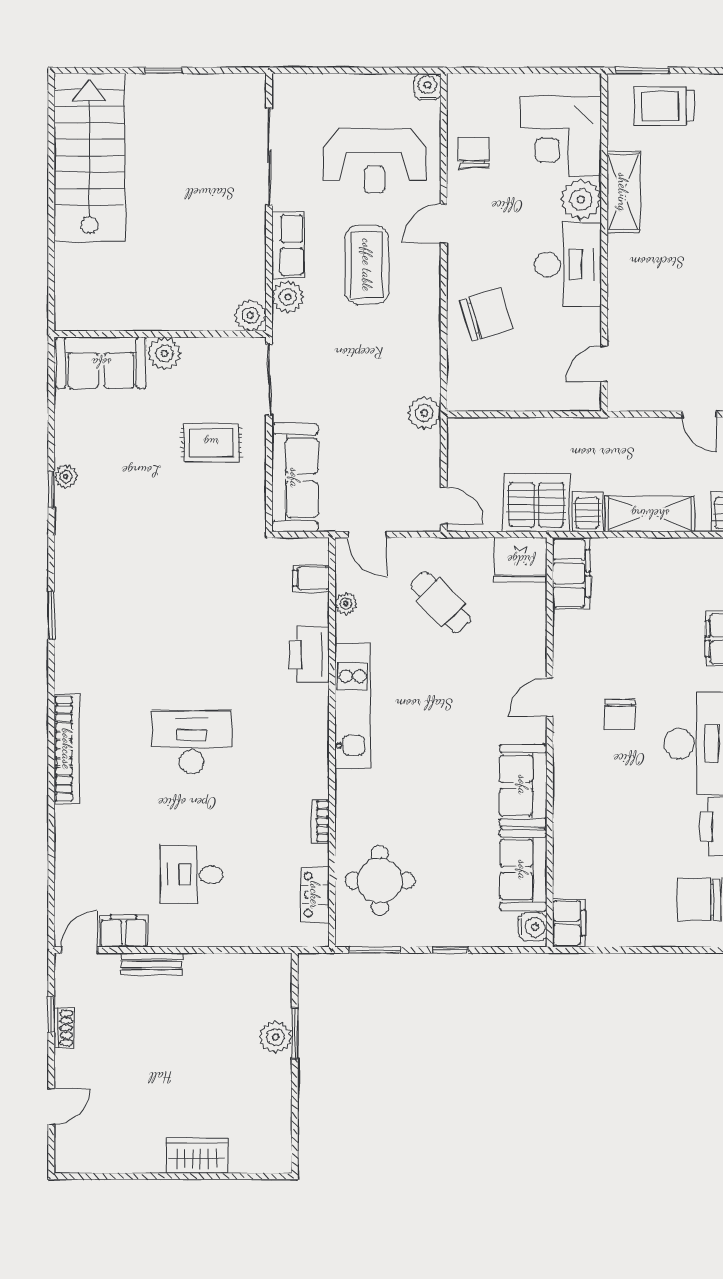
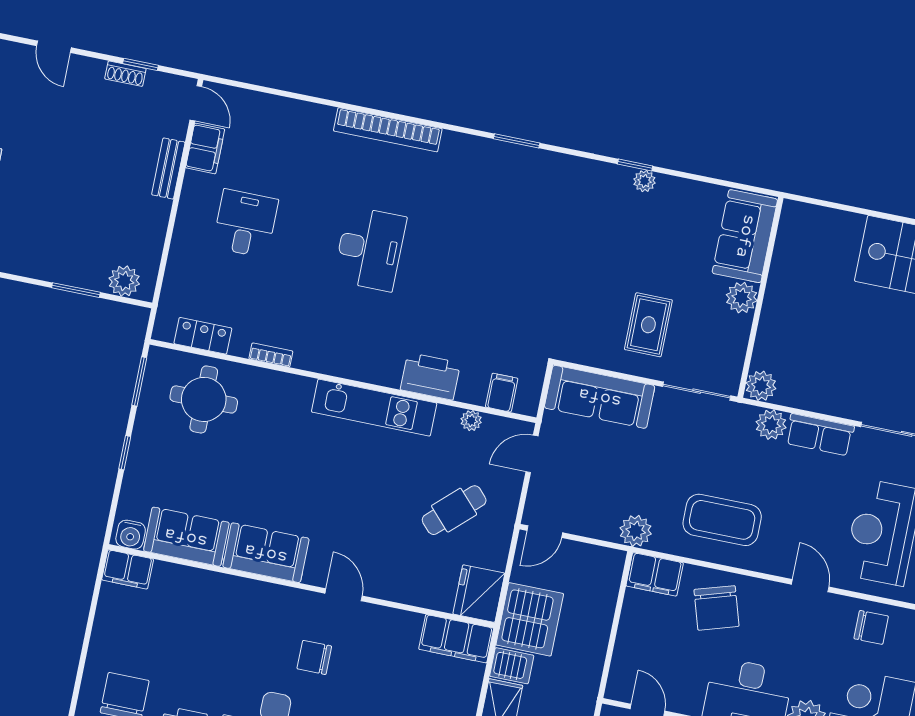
coffee table: (367, 265) -> (722, 520), moved
filing cabinet: (465, 385) -> (655, 574), added
plant: (276, 1037) -> (124, 281), moved

